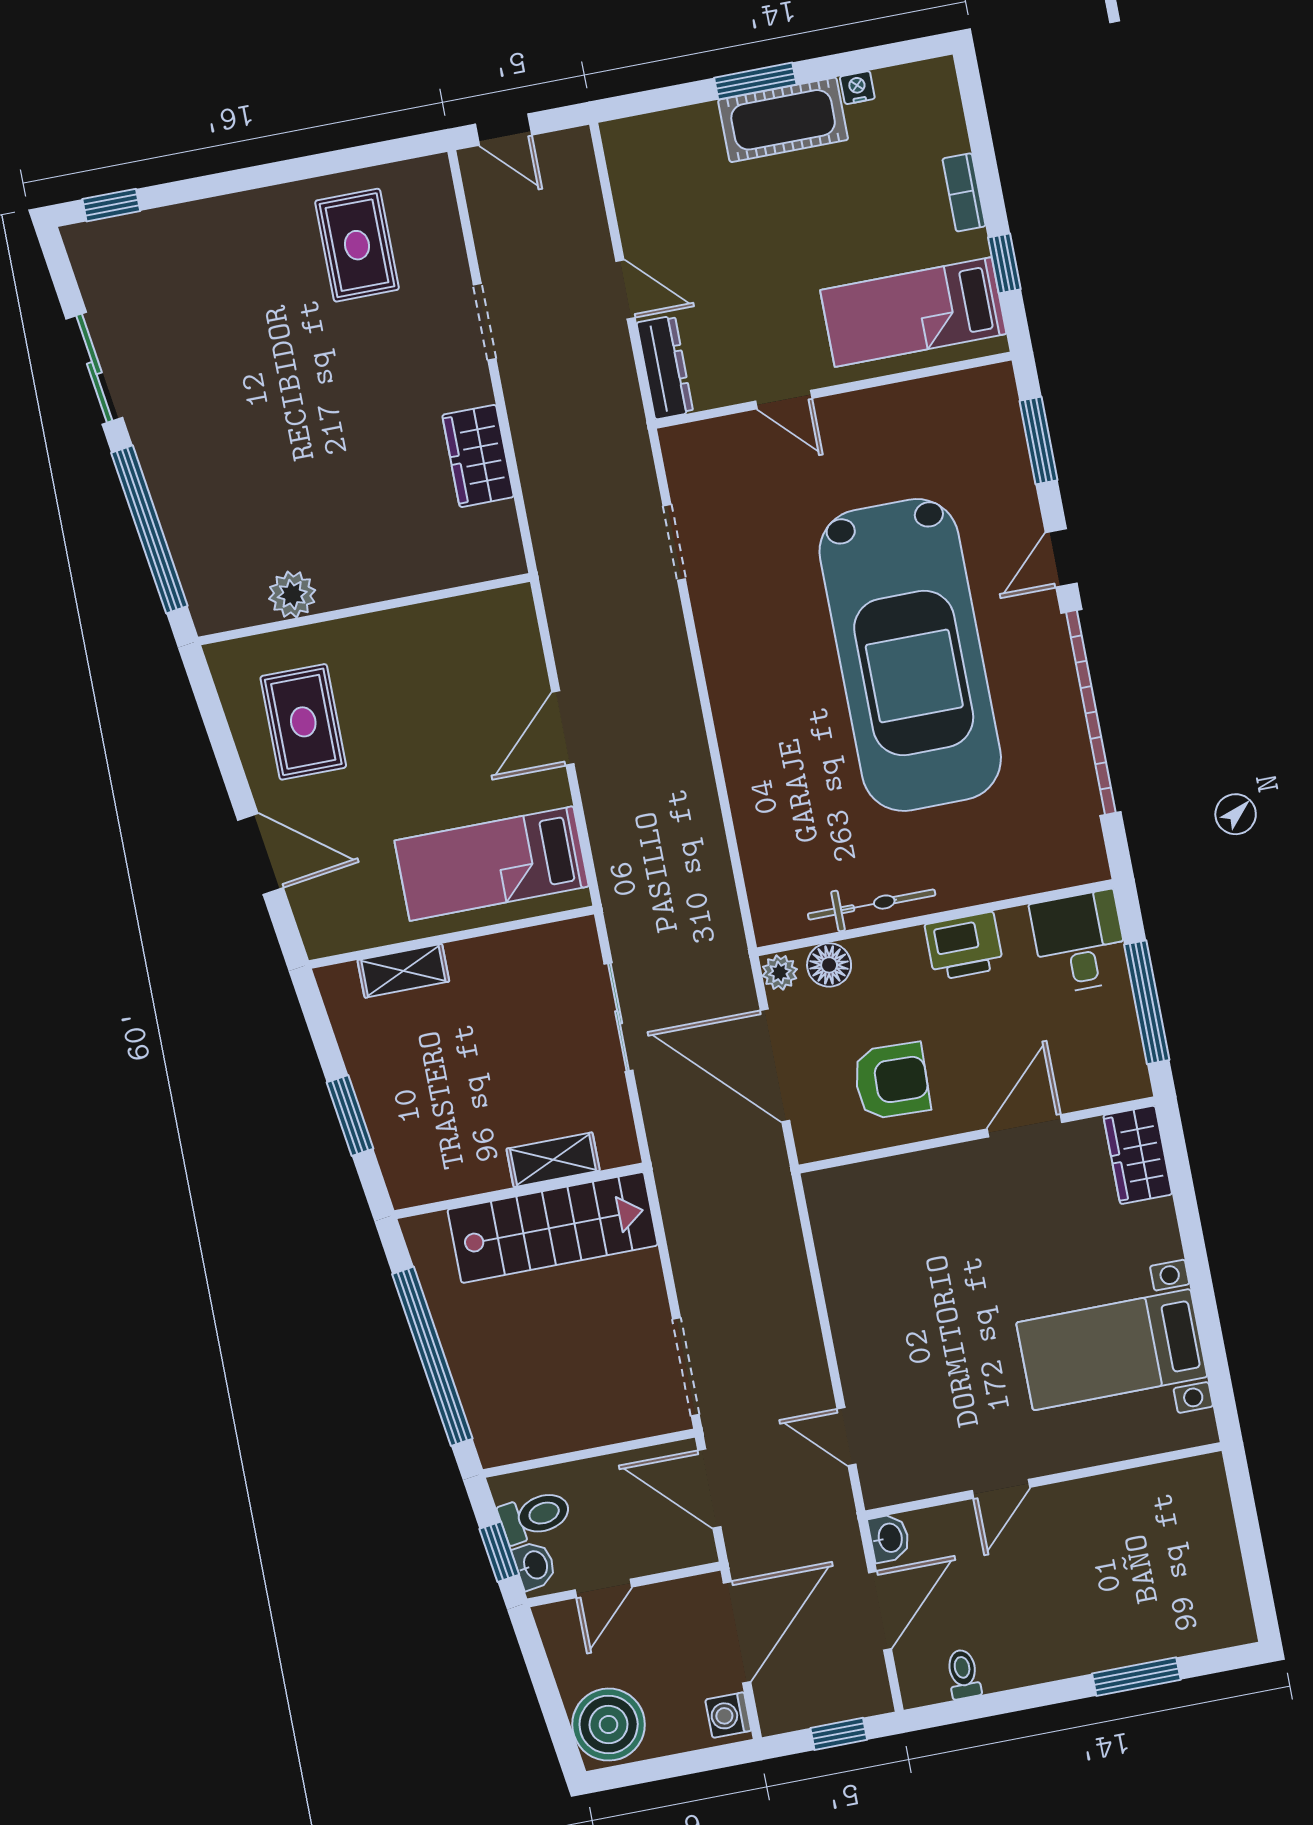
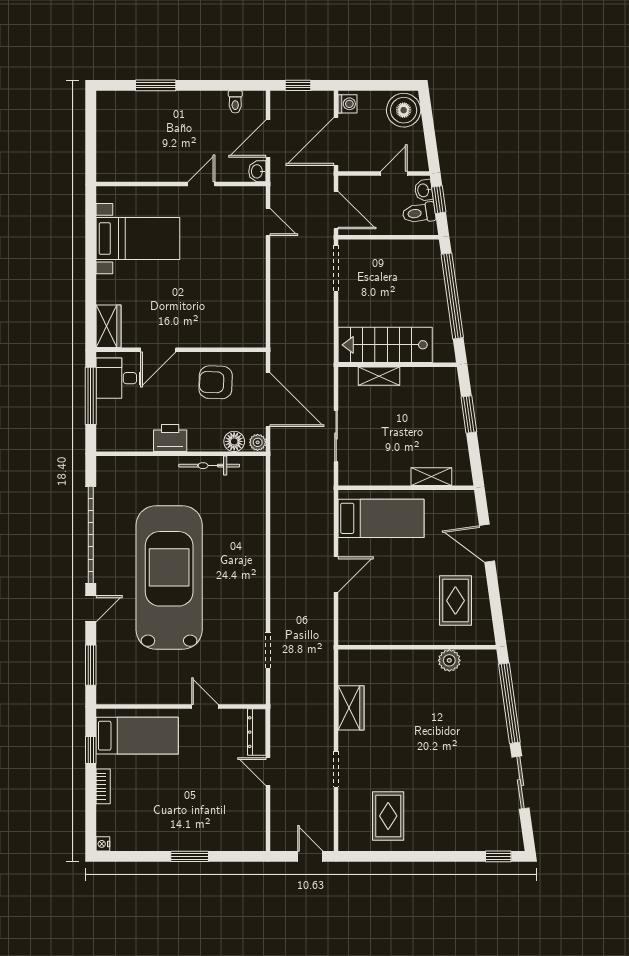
nightstand: (857, 88) -> (103, 844), moved, turned 90
cot: (783, 120) -> (180, 836), removed
desk: (1080, 942) -> (118, 378), moved, turned 90

